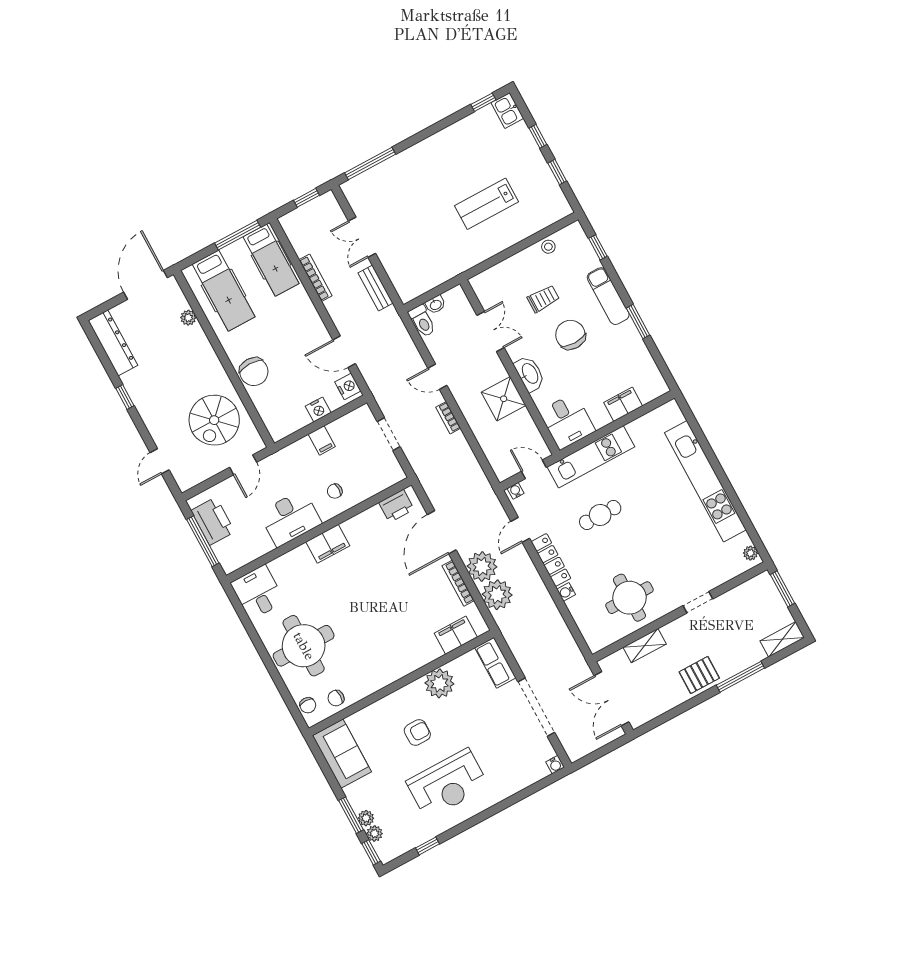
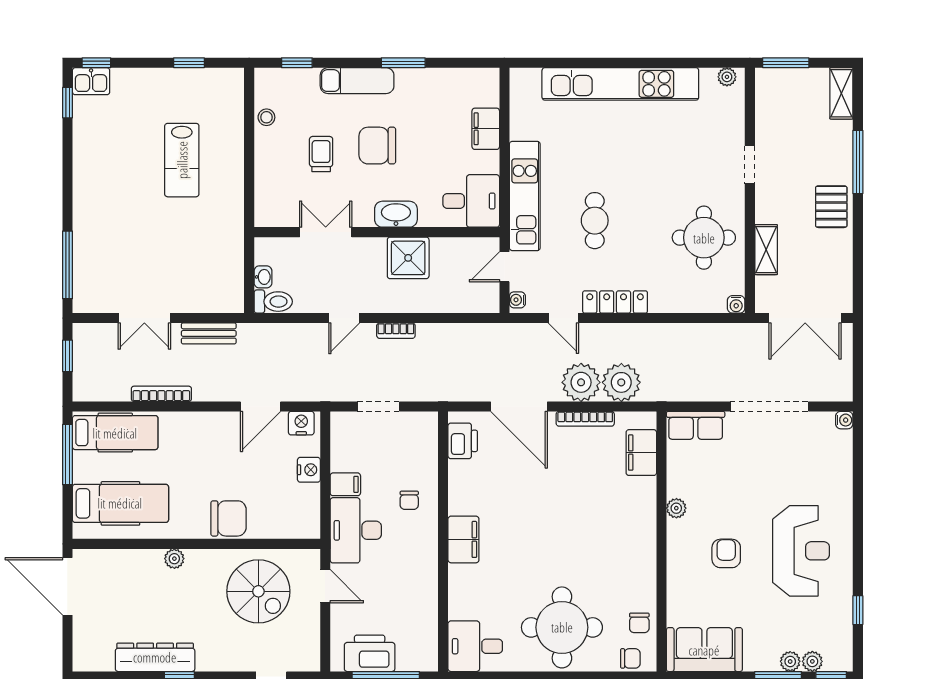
window: (538, 136) -> (96, 63), moved
plant: (188, 318) -> (174, 559), moved
dresser: (113, 343) -> (155, 657), moved
desk: (290, 518) -> (356, 530), moved, turned 180
water cooler: (566, 592) -> (736, 304), moved
plant: (439, 683) -> (676, 508), width x0.53, depth x0.53

